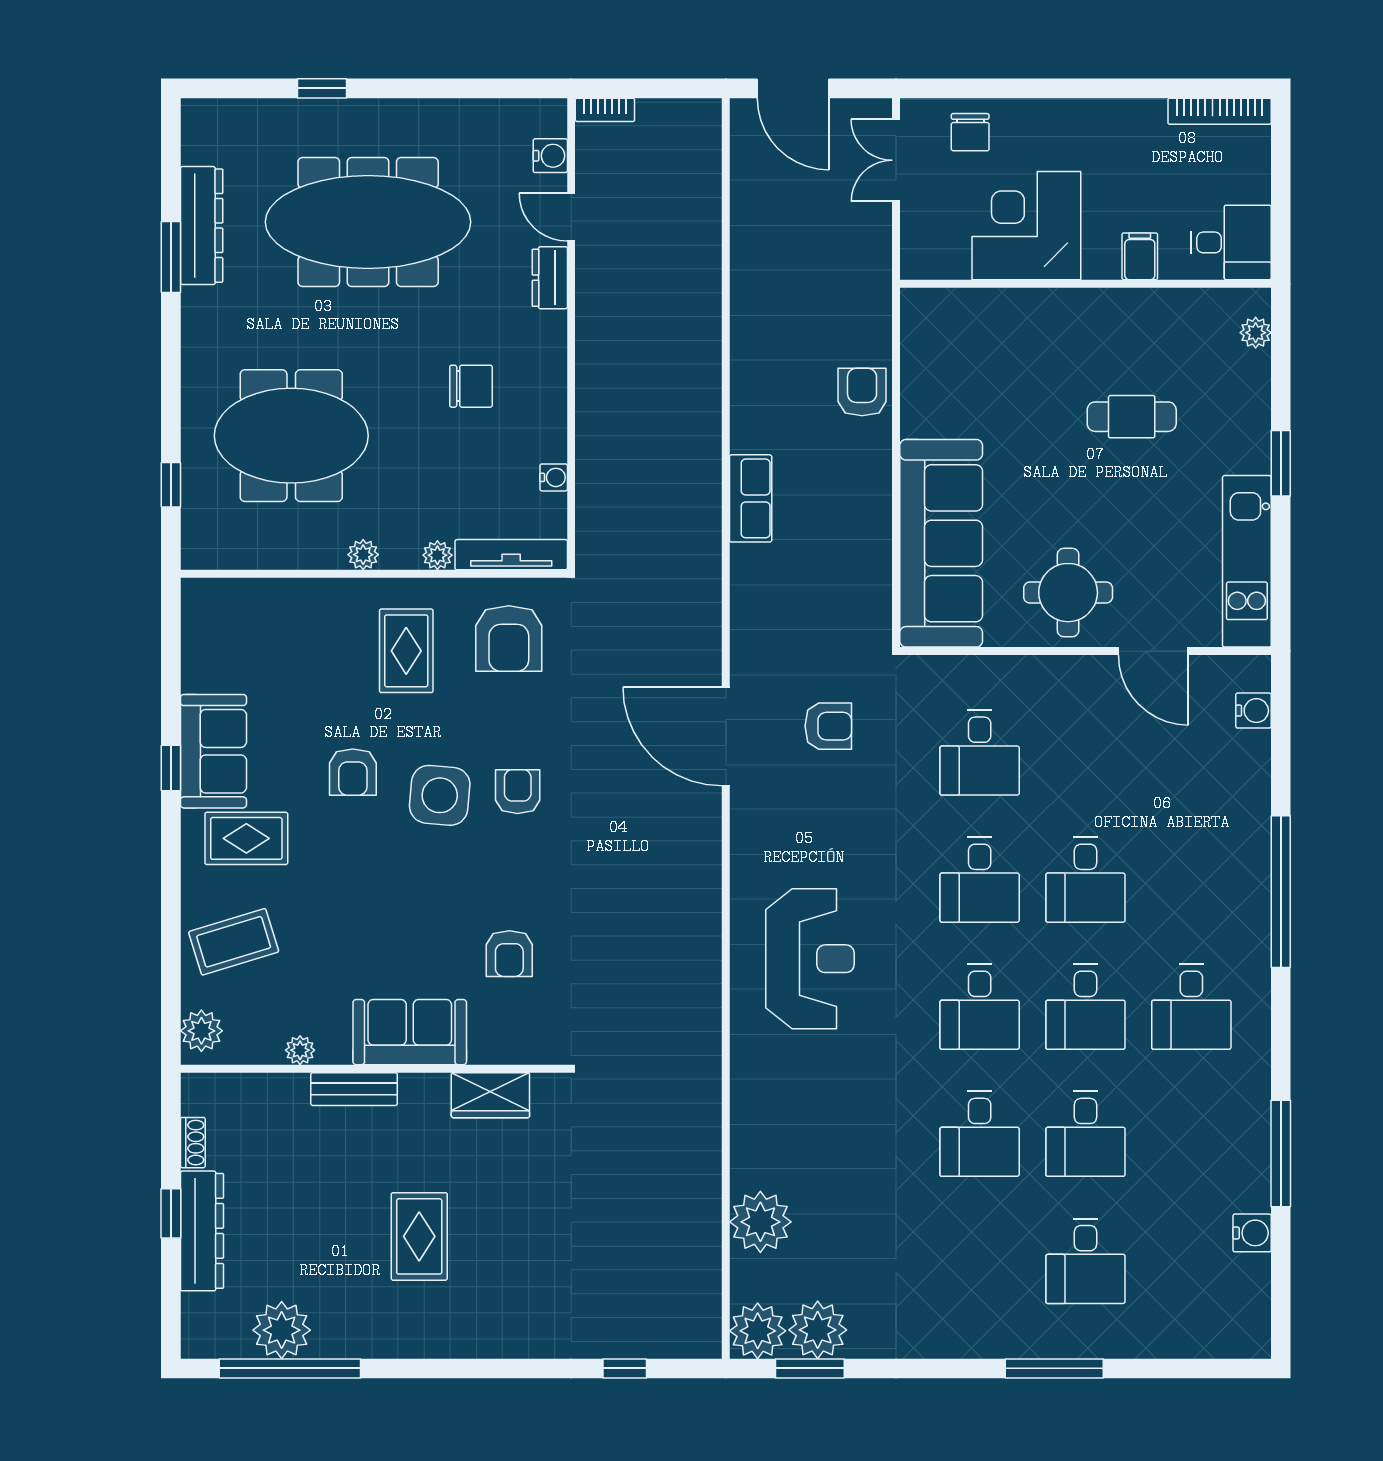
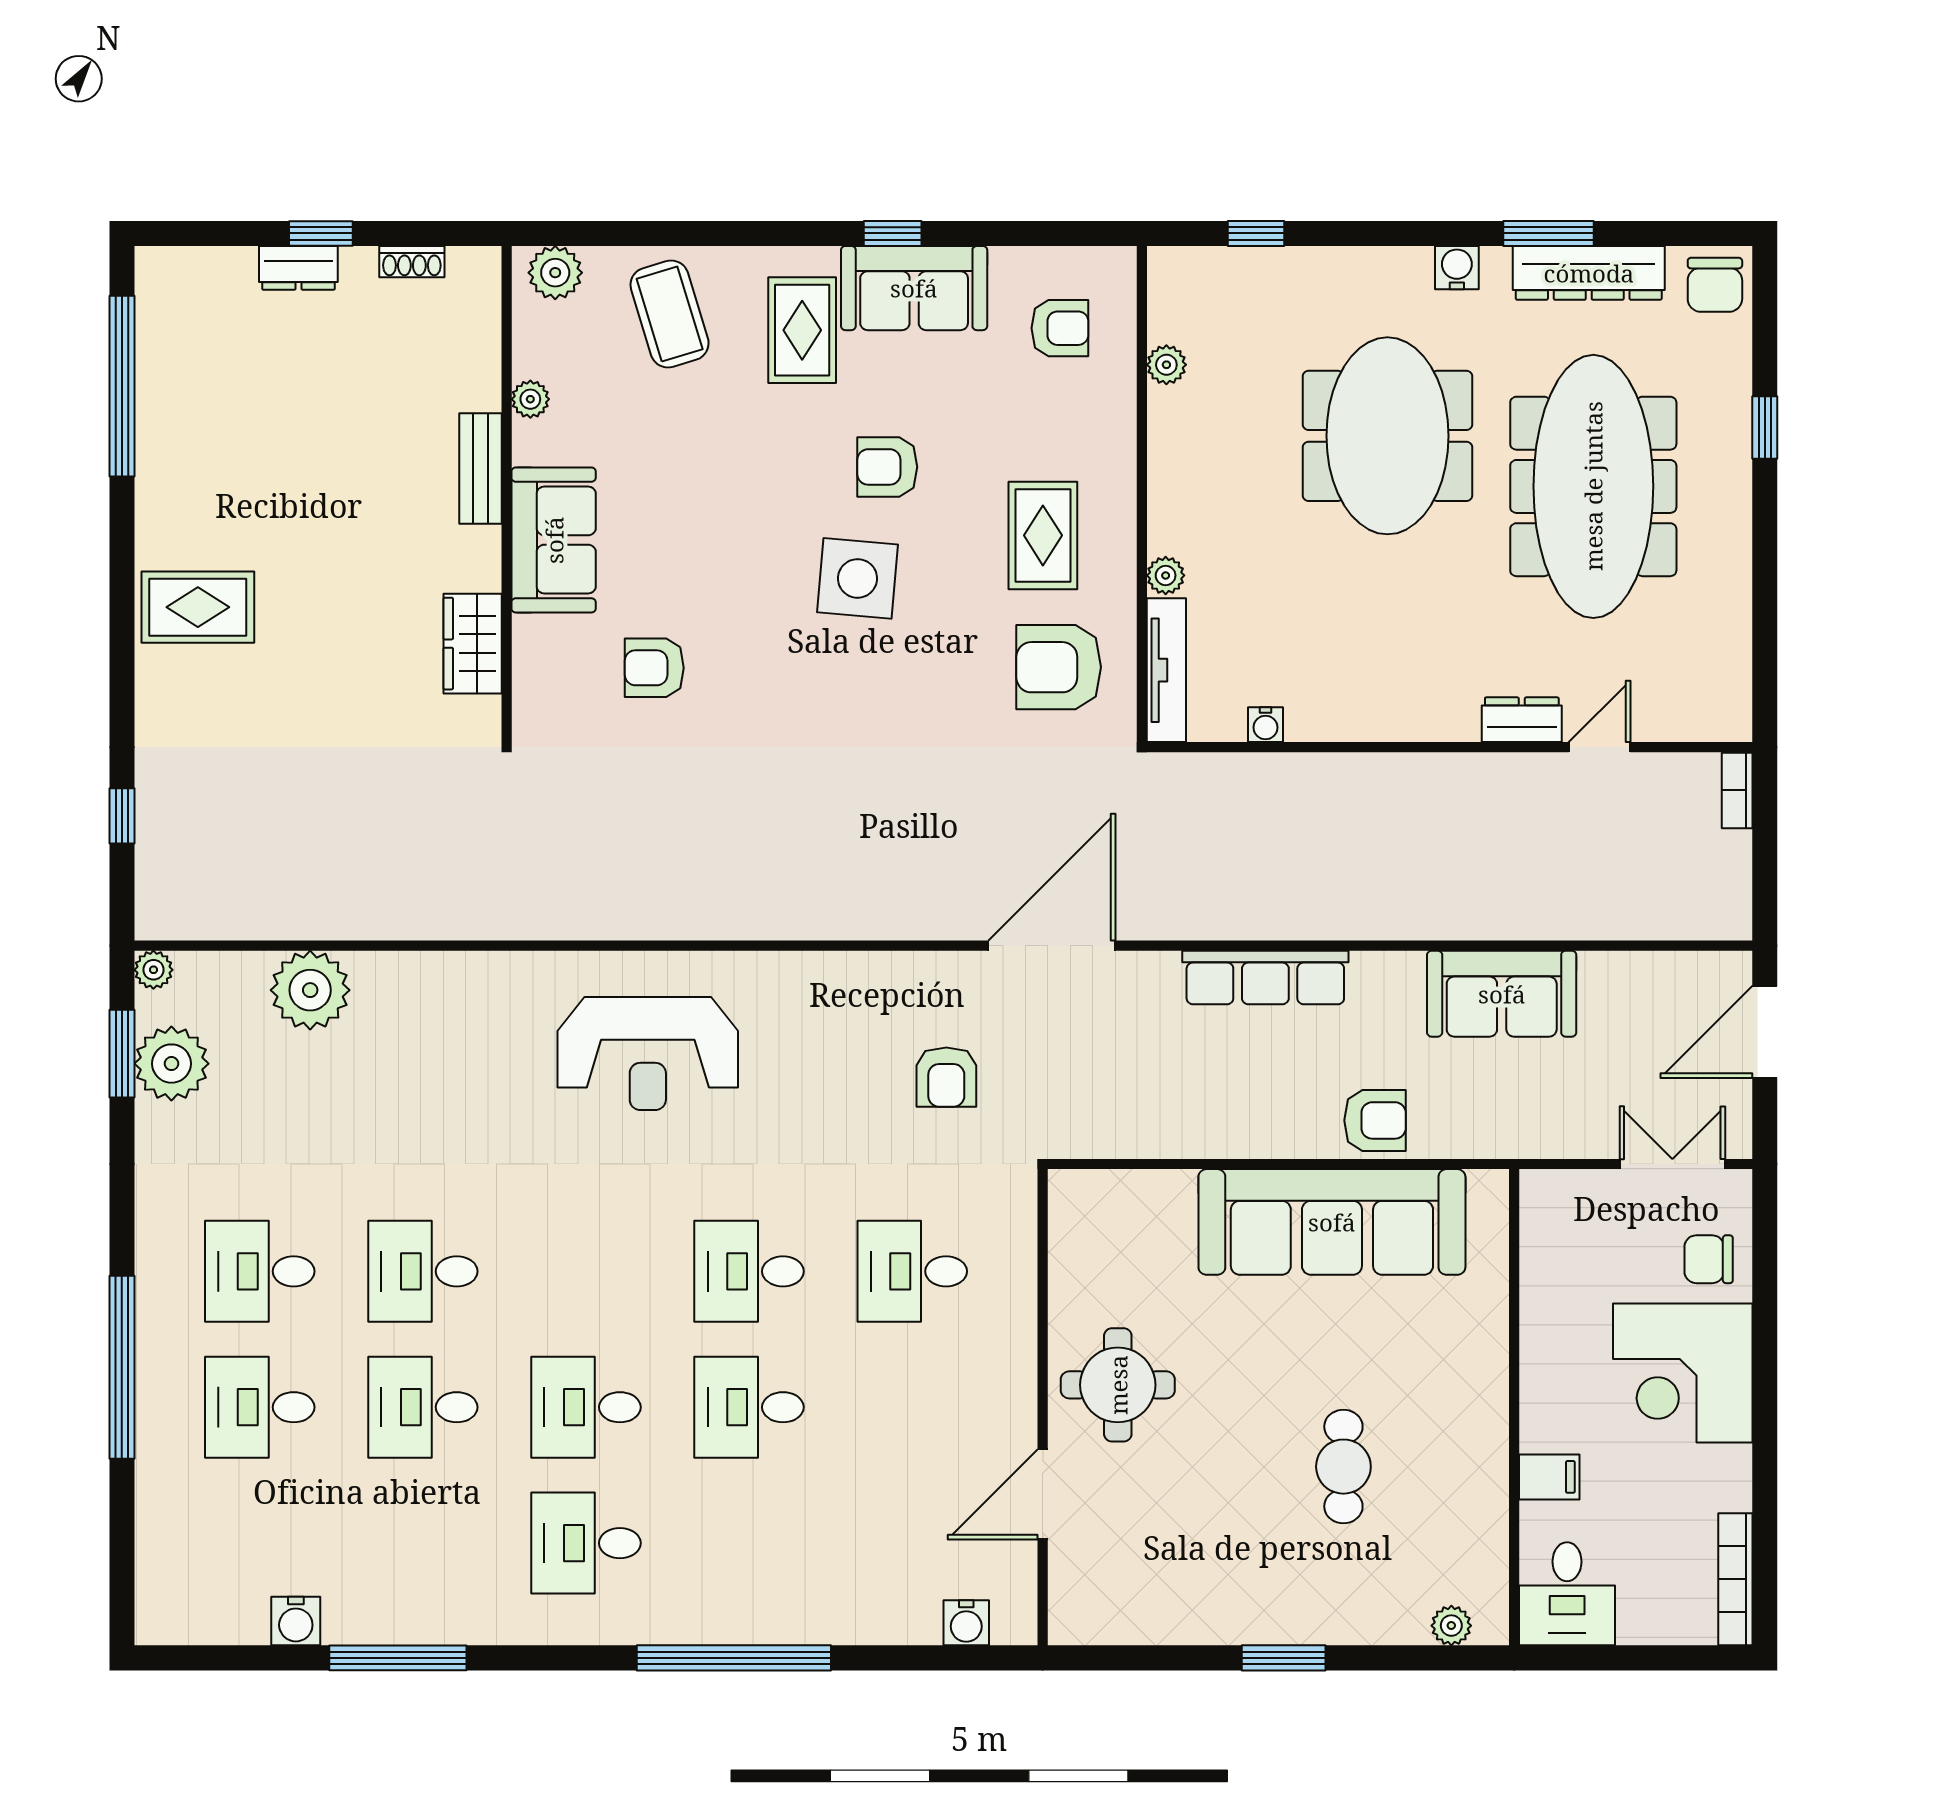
water cooler: (550, 156) -> (1457, 268), moved, turned 180
corner desk: (1026, 226) -> (1683, 1373), moved, turned 180
sofa: (763, 293) -> (1502, 994), added
chair: (471, 386) -> (1715, 285), moved
meeting table: (291, 436) -> (1387, 436), moved
row of seats: (751, 498) -> (1265, 977), width x1.48
sofa: (941, 543) -> (1332, 1222), moved
plant: (363, 555) -> (1166, 365), moved
kitchen unit: (1247, 561) -> (1158, 1614), removed
rug: (406, 651) -> (1043, 535), turned 90
door: (726, 736) -> (1052, 946), moved
armchair: (518, 792) -> (1060, 328), moved
desk: (980, 1007) -> (260, 1271), moved
dresser: (202, 1231) -> (298, 268), width x0.51, depth x0.80
rug: (419, 1236) -> (198, 607), moved
plant: (282, 1330) -> (171, 376), removed
plant: (758, 1331) -> (153, 970), width x0.53, depth x0.53
window: (1054, 1368) -> (122, 1367), width x1.46

